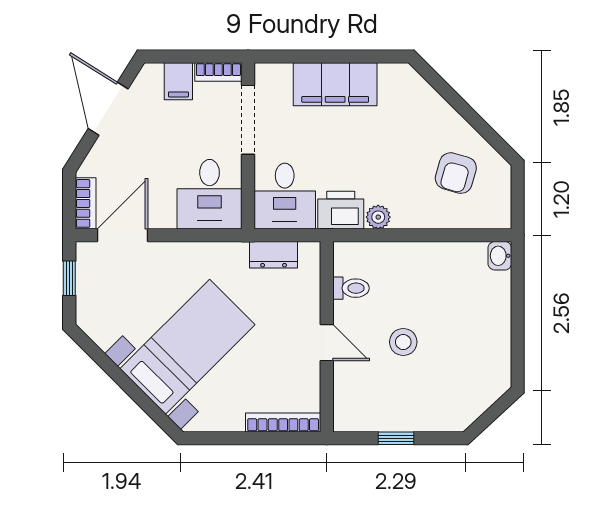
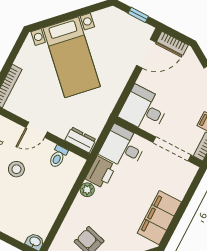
filing cabinet: (335, 84) -> (159, 218), moved
door: (122, 235) -> (146, 54), hinge flipped
dresser: (274, 255) -> (80, 140), moved, turned 90

